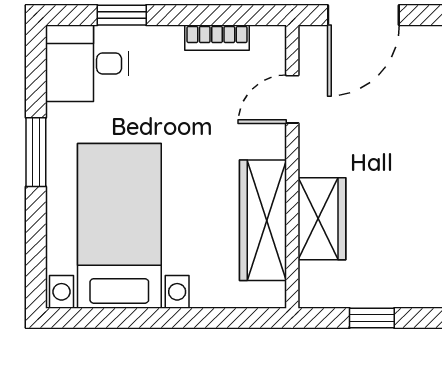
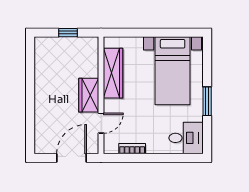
window: (122, 15) -> (172, 158), removed
wardrobe: (322, 219) -> (89, 95), moved

